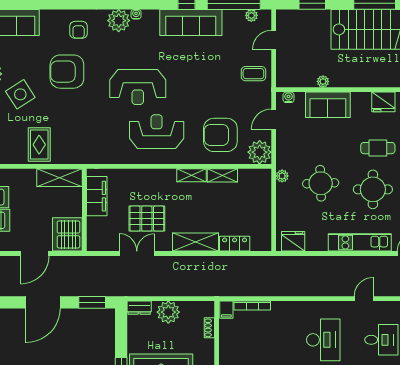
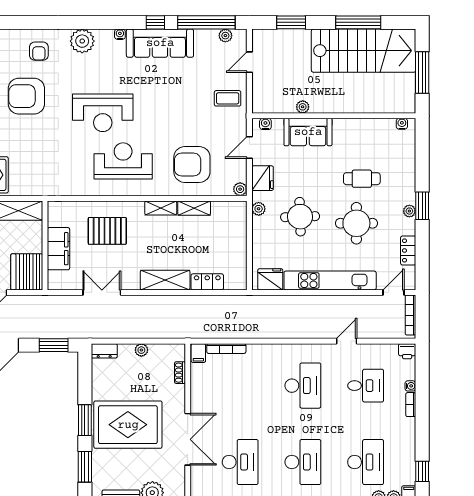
water cooler: (136, 14) -> (120, 34), moved
fridge: (383, 102) -> (263, 178), moved, turned -90
plant: (260, 152) -> (240, 189), width x0.53, depth x0.53
filing cabinet: (97, 196) -> (58, 249), moved
pallet: (147, 219) -> (107, 231), moved
kitchen unit: (360, 242) -> (330, 280), width x1.36
plant: (168, 312) -> (141, 350), width x0.53, depth x0.53

